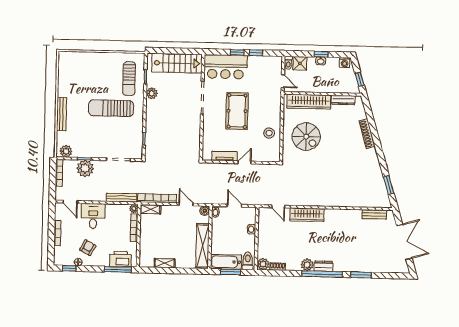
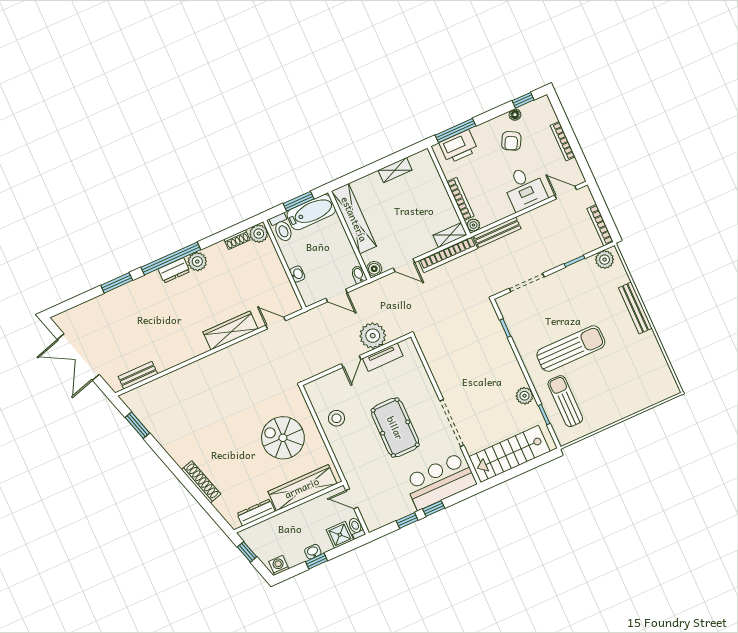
plant: (85, 168) -> (373, 336), moved

